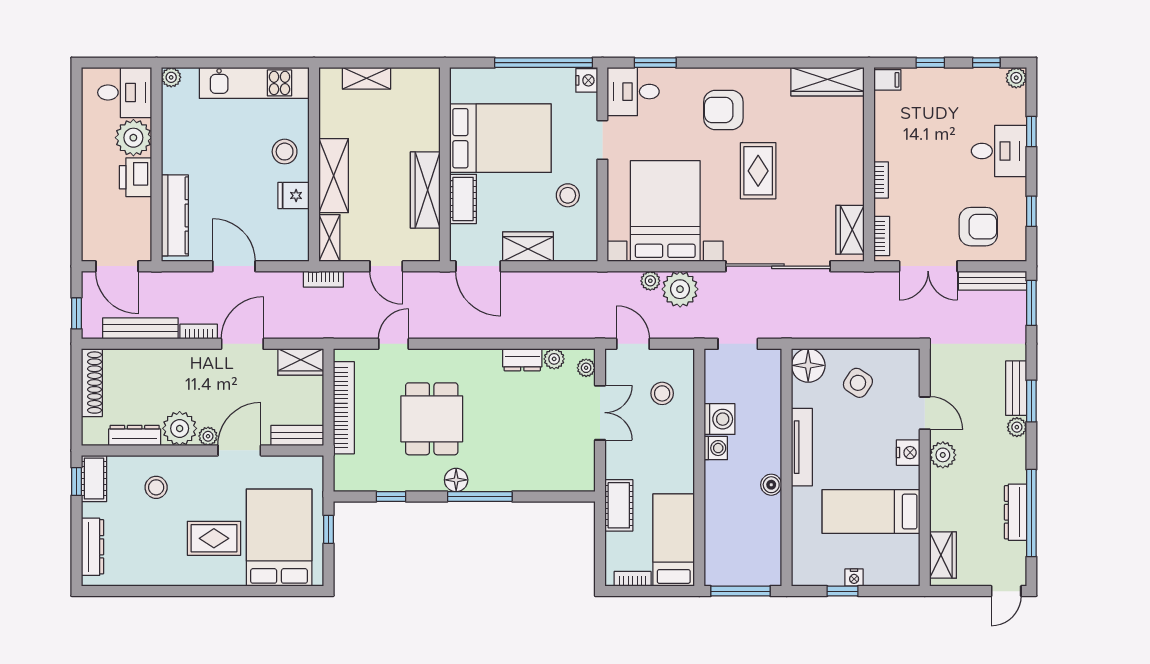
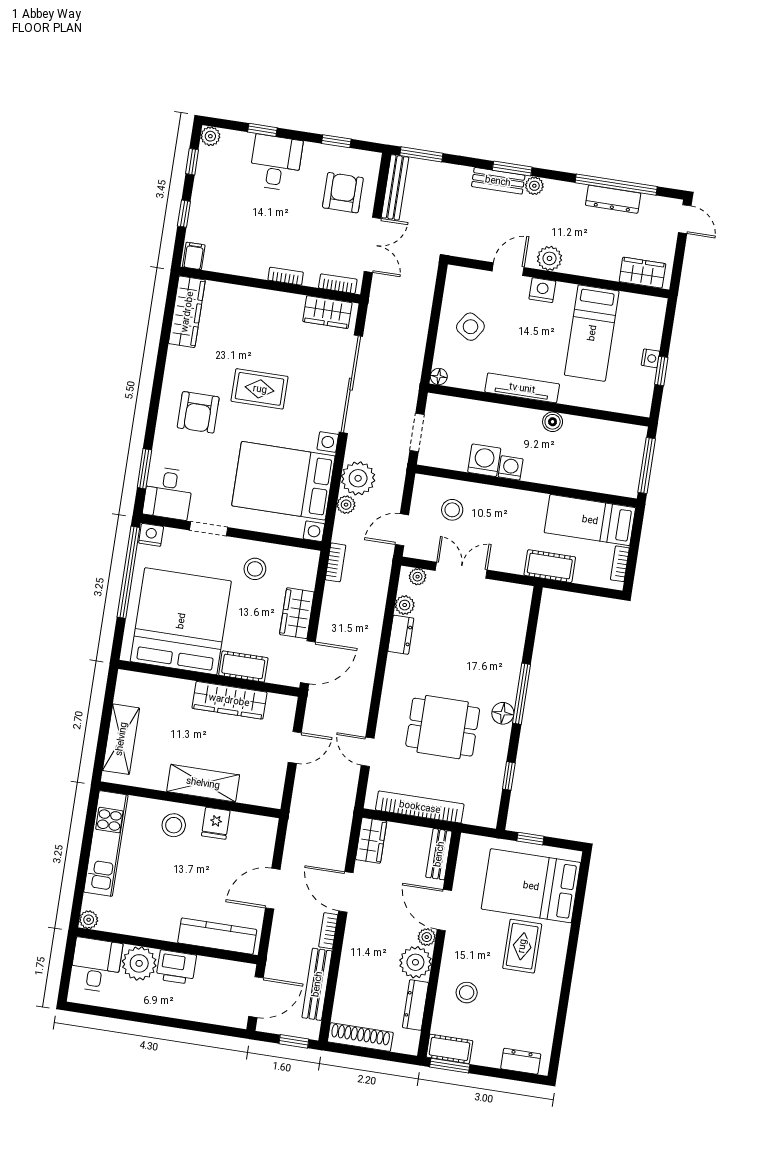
shelving: (367, 78) -> (121, 739), width x1.50, depth x1.33
bed: (500, 138) -> (181, 621), width x1.36
shelving: (329, 238) -> (260, 796), removed
bookcase: (323, 279) -> (336, 562), moved
floor lamp: (808, 365) -> (439, 377), width x0.53, depth x0.53
window: (76, 481) -> (450, 1066), width x1.50
dresser: (93, 547) -> (521, 1061), width x0.70

